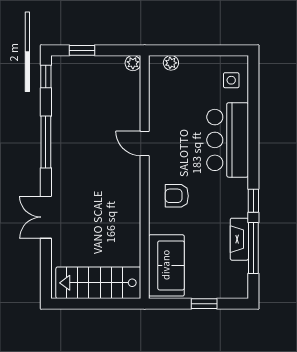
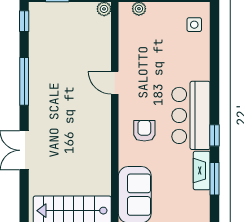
bar counter: (228, 140) -> (191, 115), moved
armchair: (177, 196) -> (144, 131), turned 90
window: (253, 248) -> (215, 179), width x0.69

